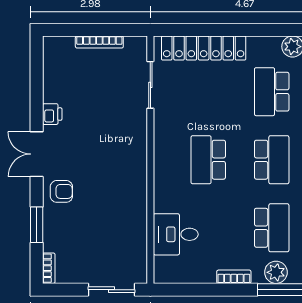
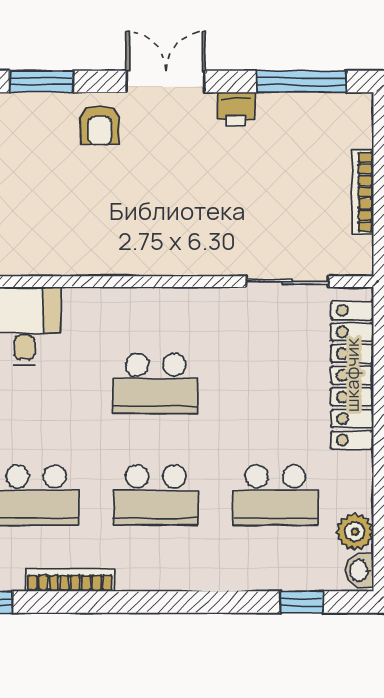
window: (37, 77) -> (301, 82), added
school desk: (272, 92) -> (275, 495), turned 180
school desk: (208, 160) -> (156, 383), turned 180

